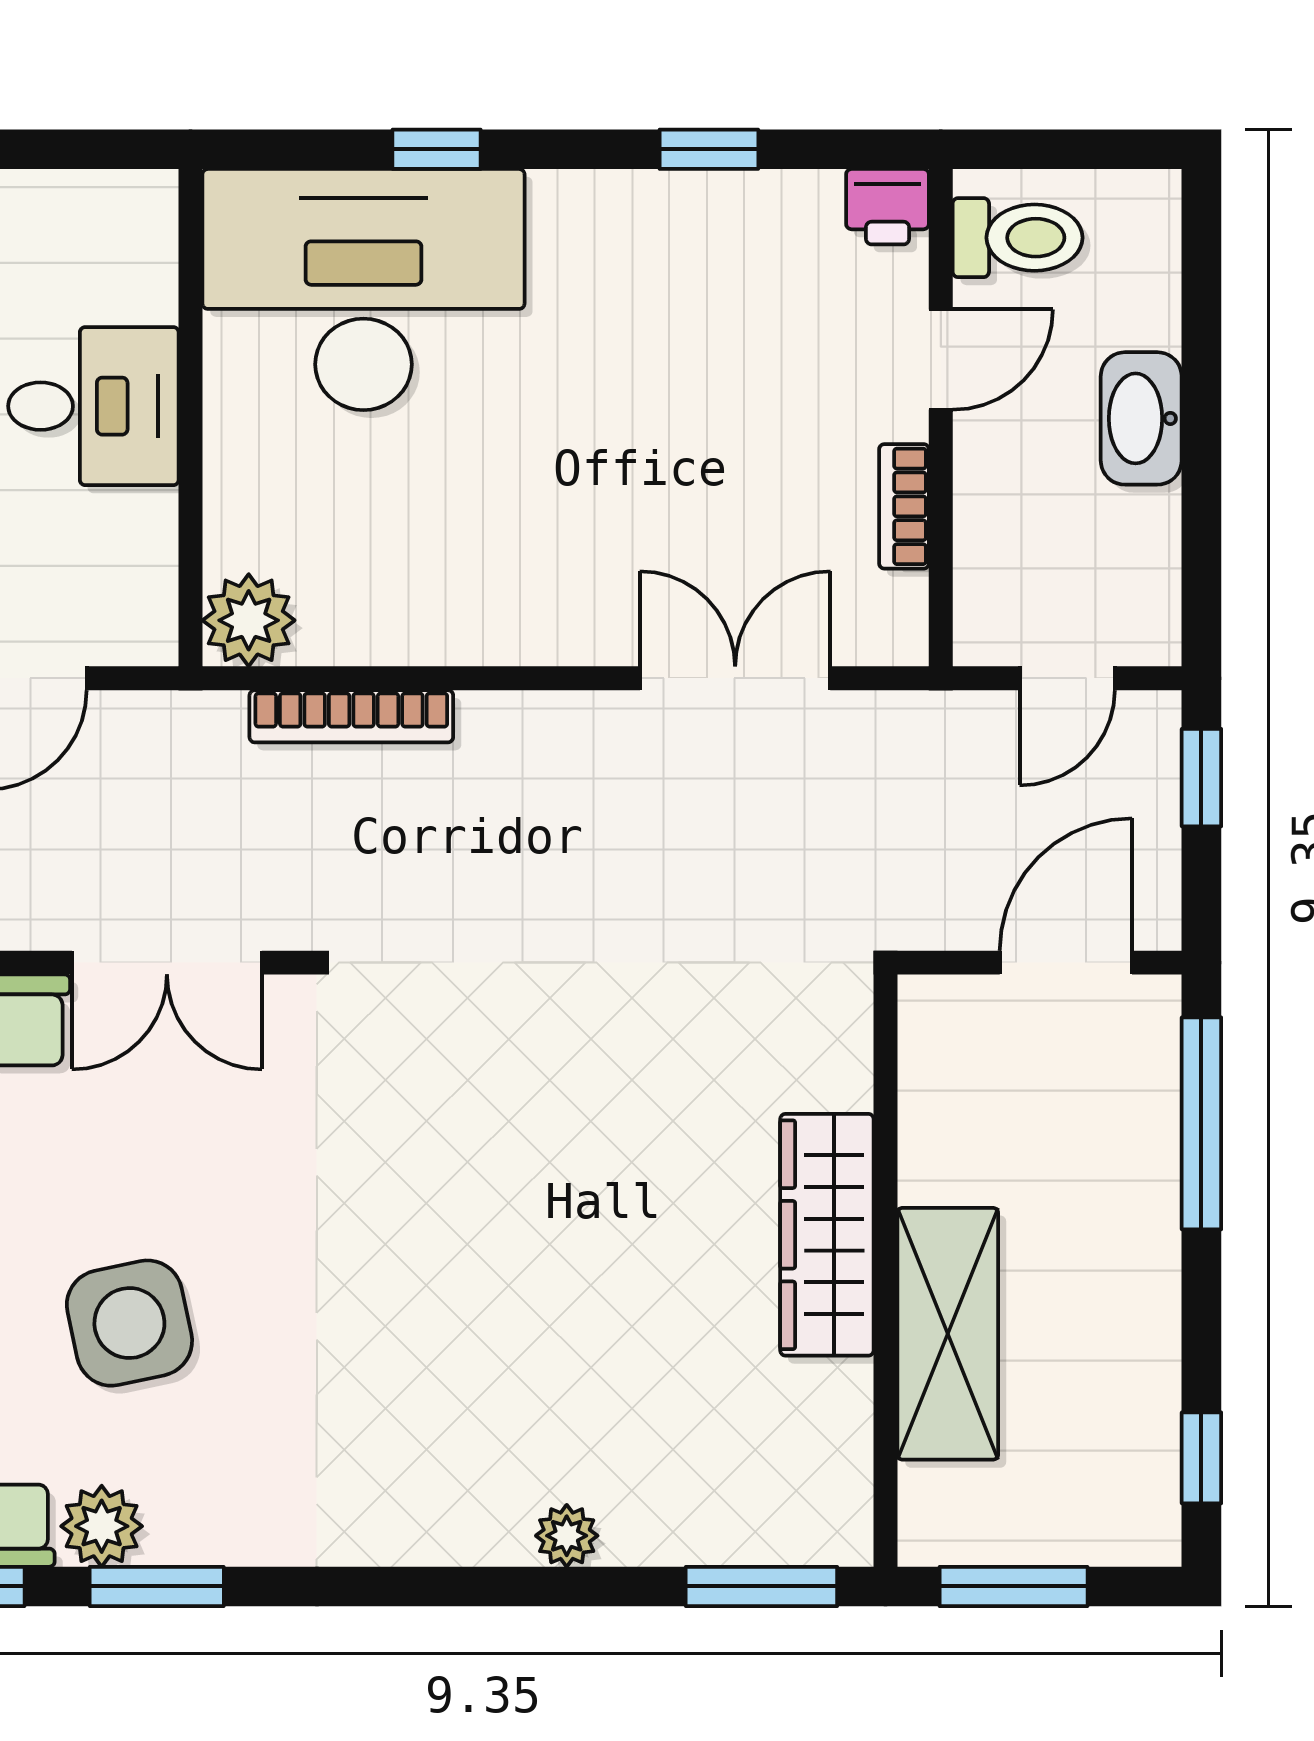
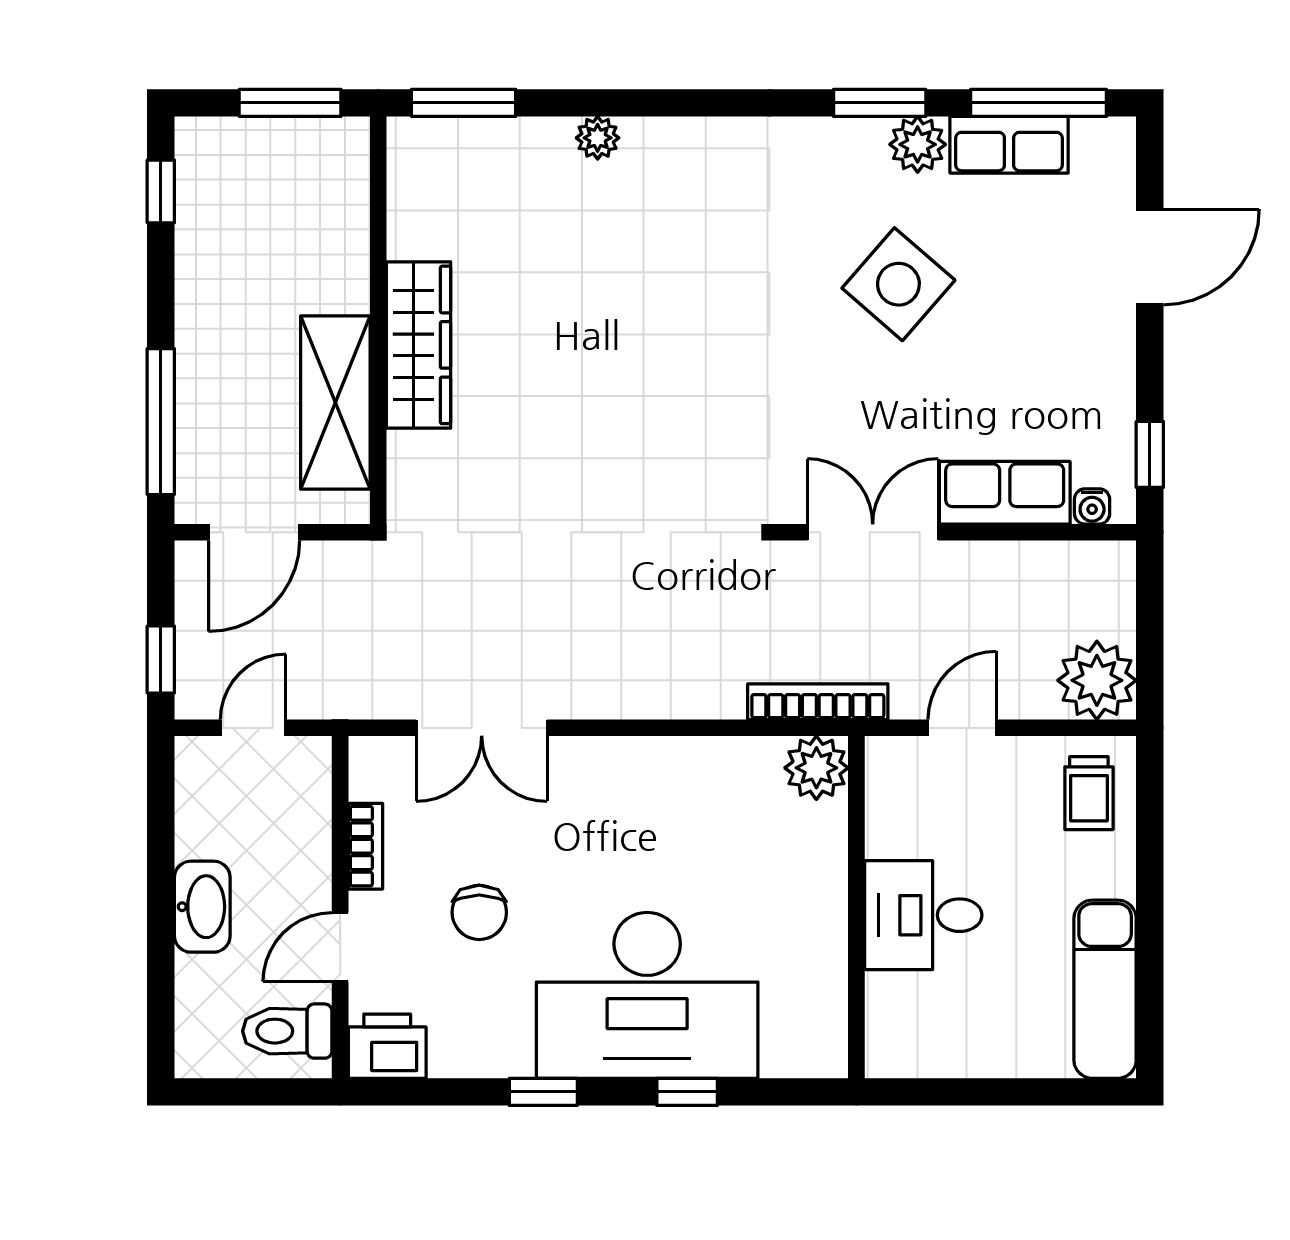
window: (709, 149) -> (543, 1092), moved
printer: (888, 207) -> (387, 1046), width x1.36, depth x1.24
desk: (363, 290) -> (647, 995), moved
chair: (739, 410) -> (479, 912), added
bookcase: (351, 716) -> (818, 702), moved
side table: (129, 1323) -> (898, 284), turned -37
shelving: (948, 1334) -> (335, 403), moved

